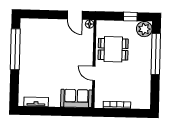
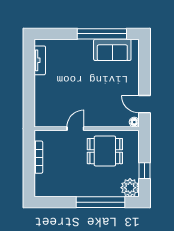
door: (75, 15) -> (145, 104), hinge flipped
dining table: (113, 49) -> (105, 151), turned 90
sofa: (76, 98) -> (112, 50), moved, turned 90

